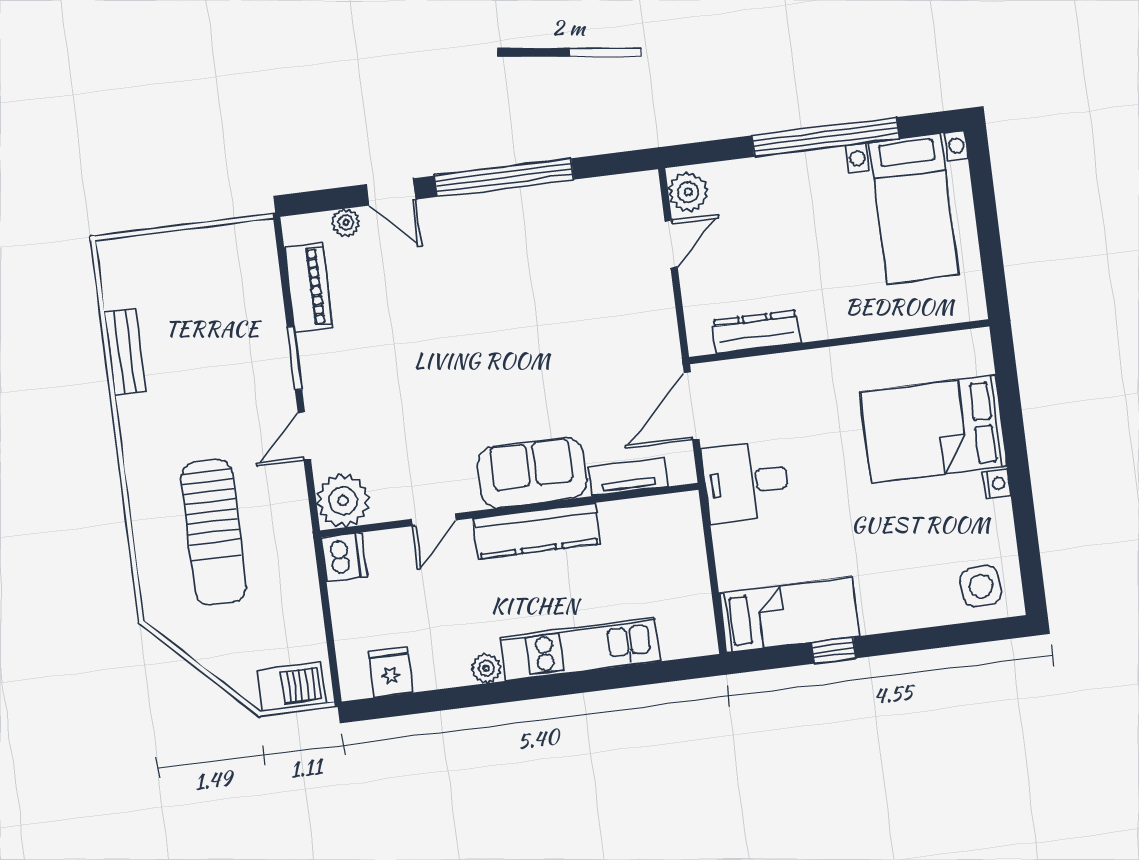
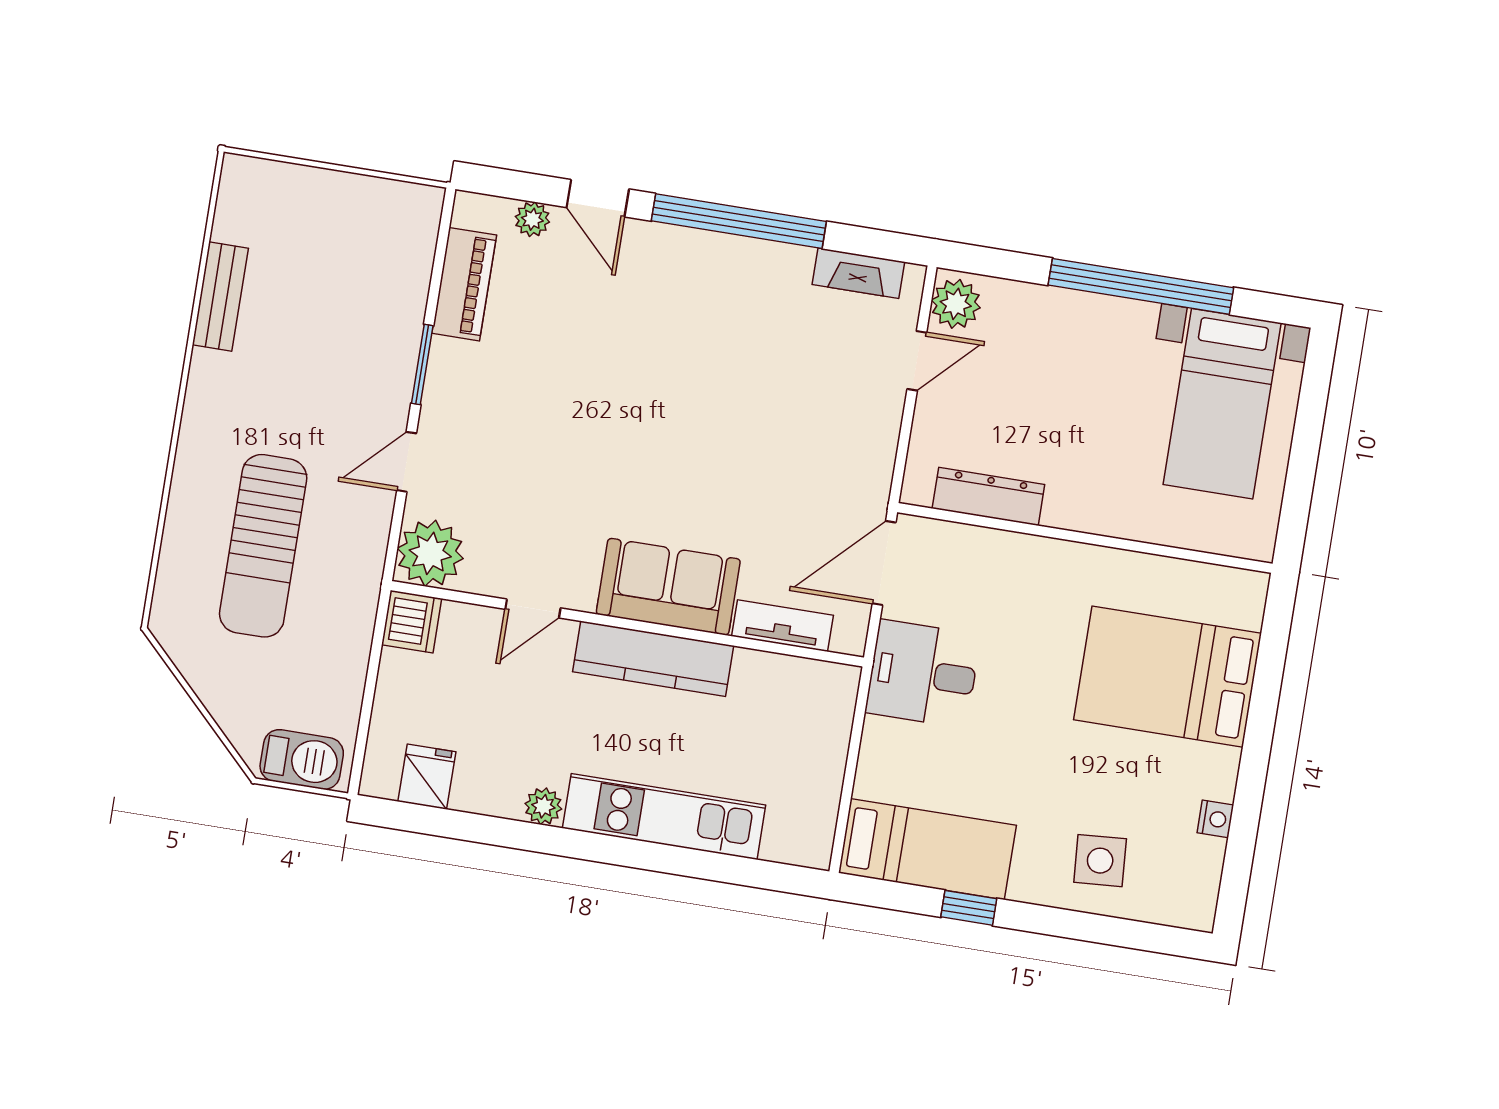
fireplace: (607, 191) -> (858, 273), added
nightstand: (997, 484) -> (1215, 819), moved
side table: (981, 586) -> (1100, 861), moved

